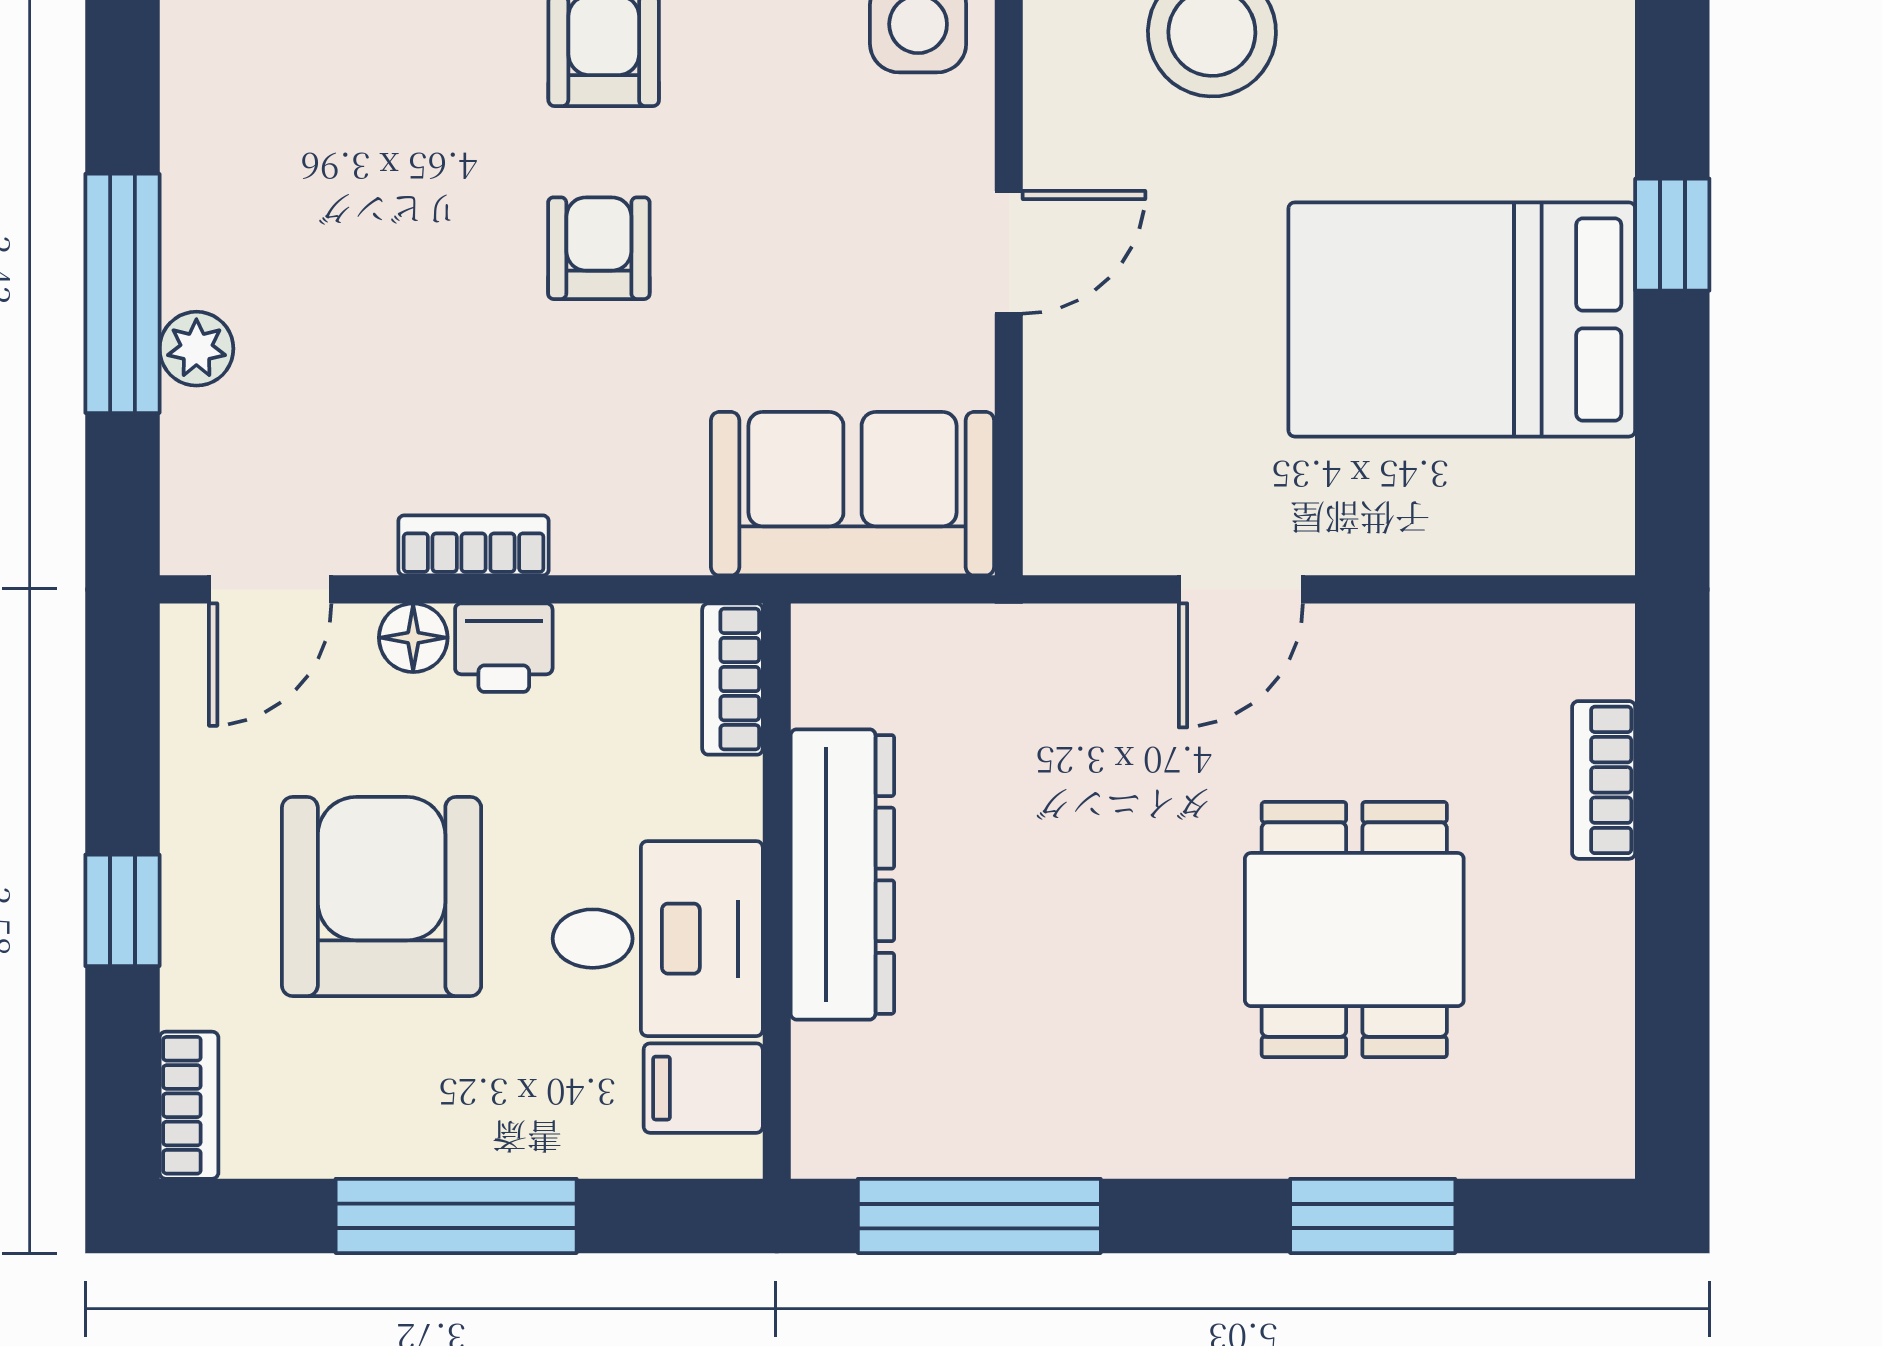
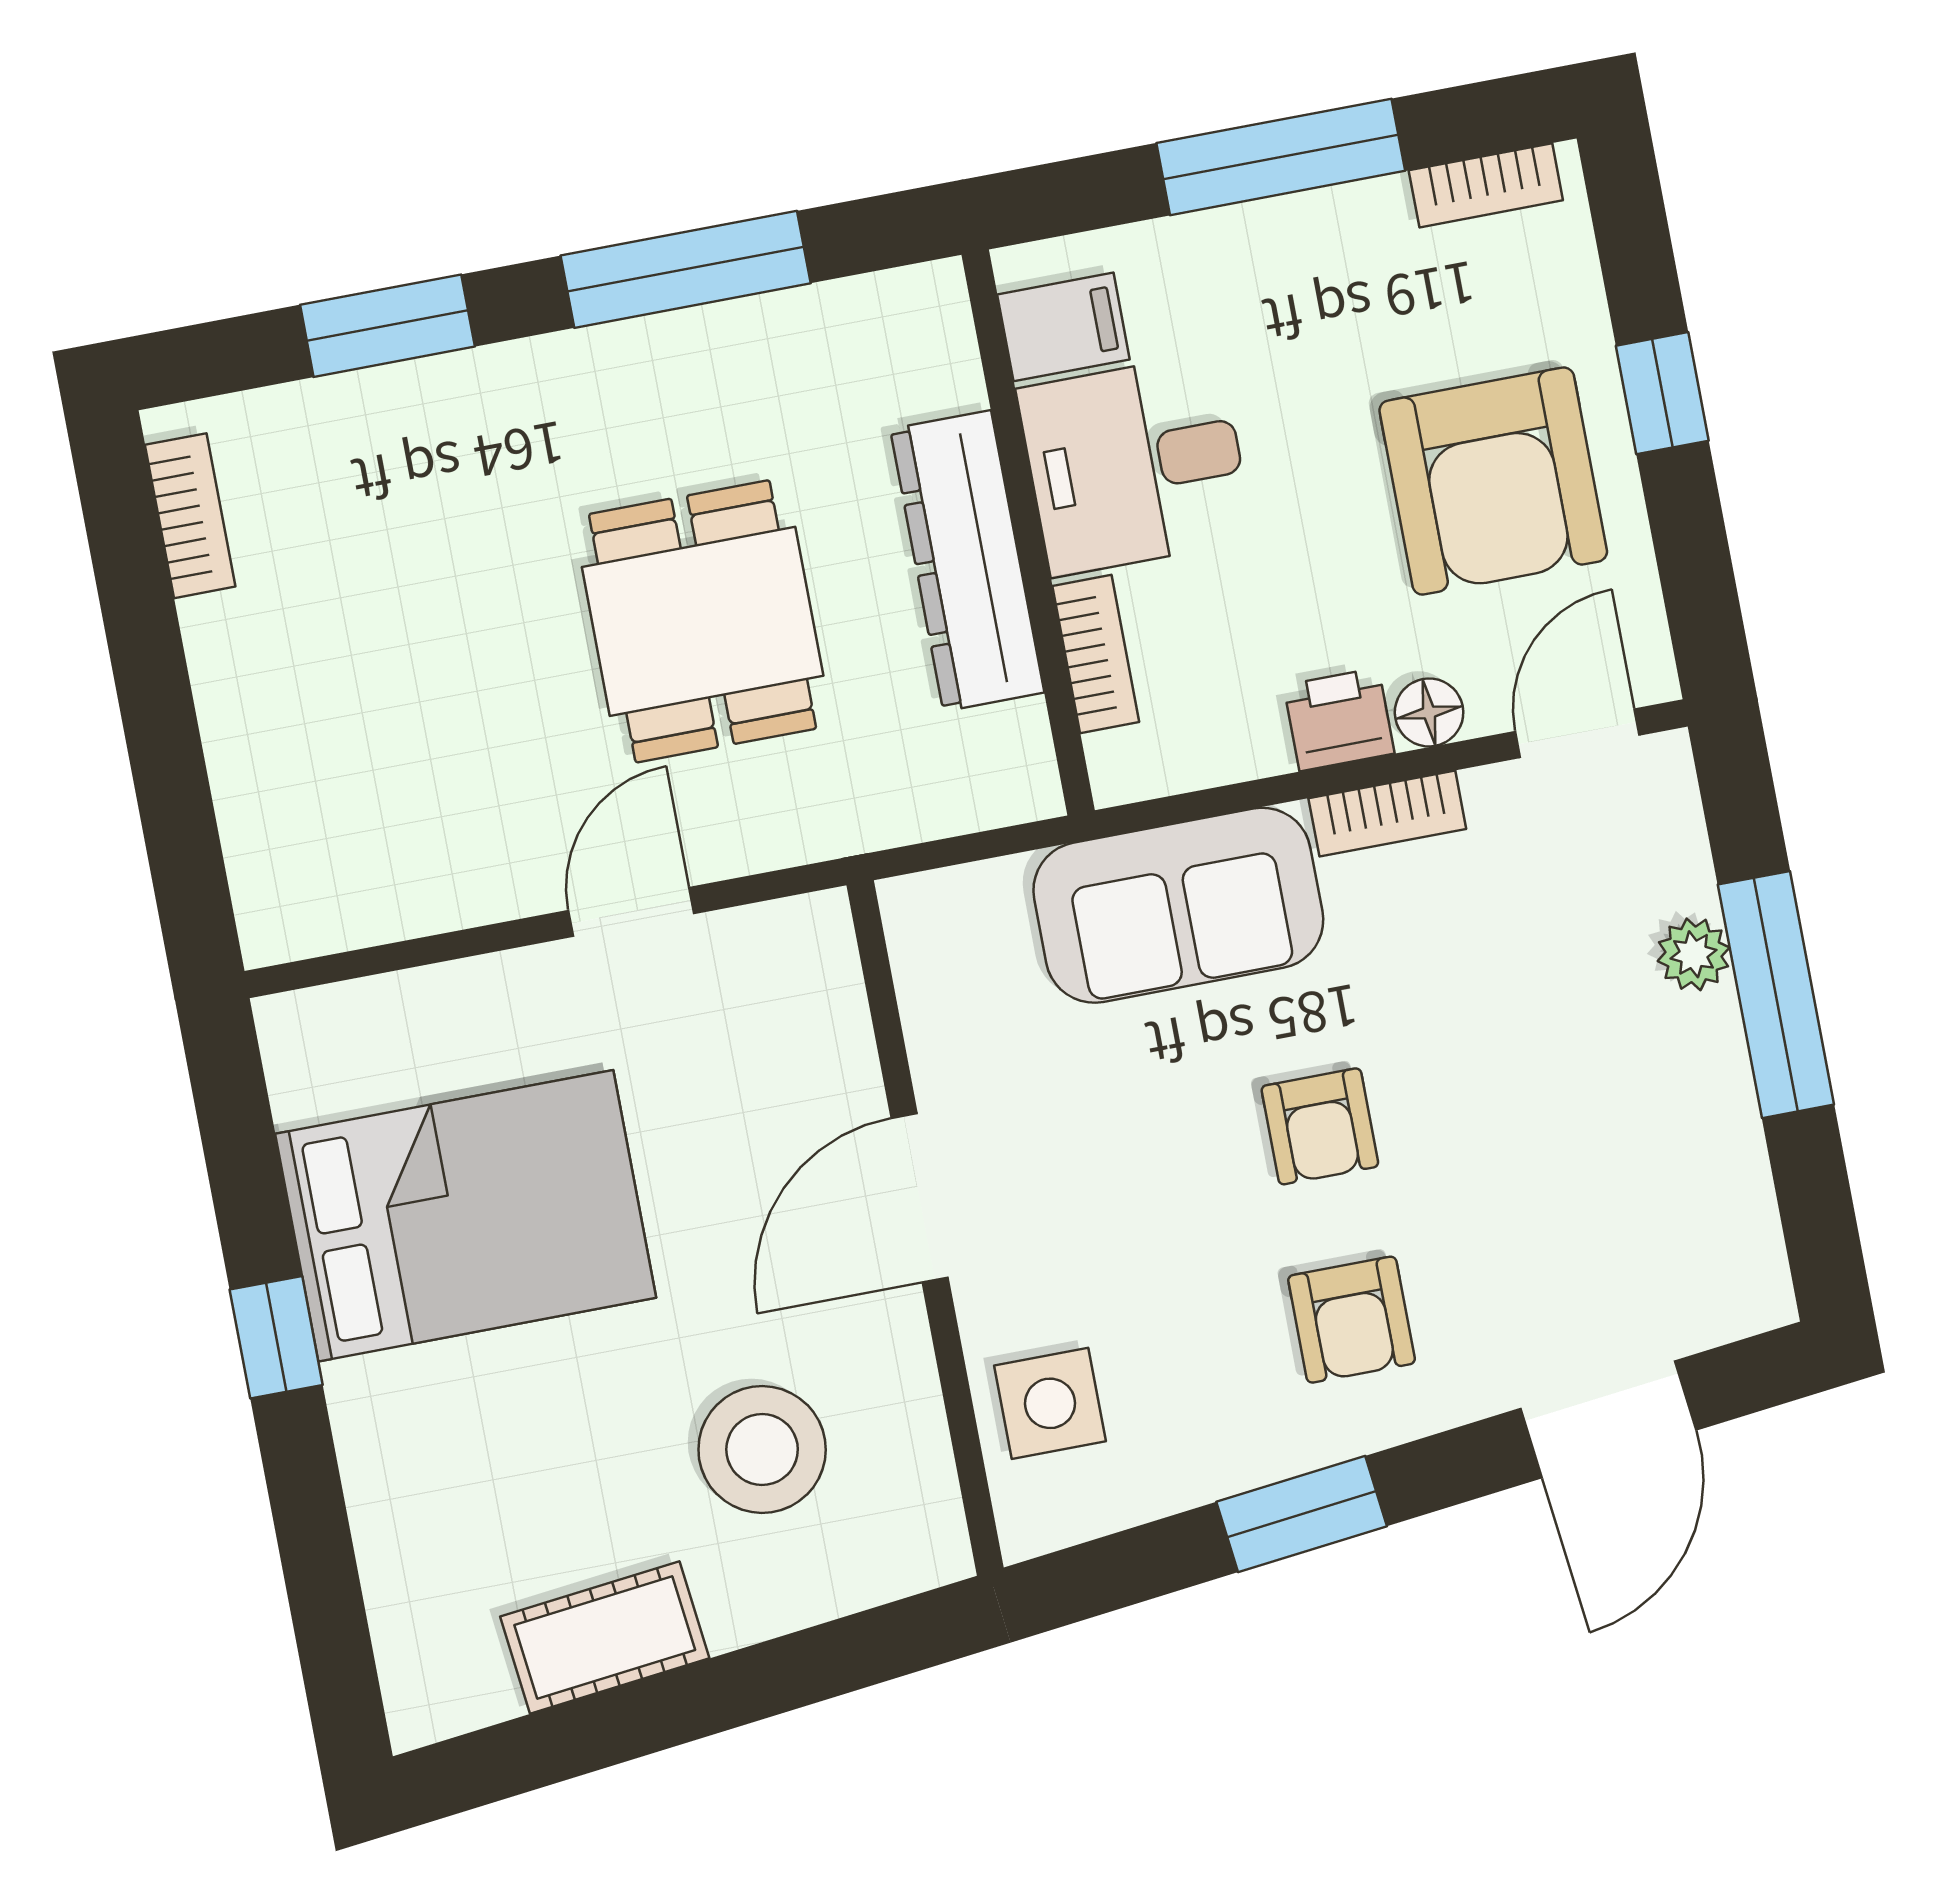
door: (1009, 252) -> (920, 1198), width x1.38
sofa: (853, 494) -> (1178, 905), moved
bookcase: (733, 679) -> (1096, 654), moved
bookcase: (1604, 780) -> (190, 516), moved
armchair: (382, 896) -> (1493, 481), moved
dining table: (1354, 930) -> (703, 621), moved
bookcase: (189, 1105) -> (1486, 185), moved, turned -90
window: (979, 1216) -> (686, 269), moved

